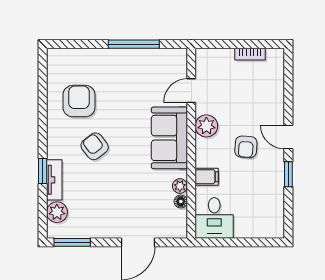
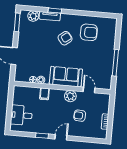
armchair: (246, 147) -> (80, 116), moved
desk: (214, 218) -> (21, 115), moved

